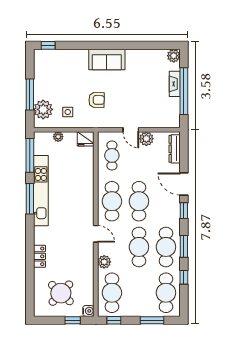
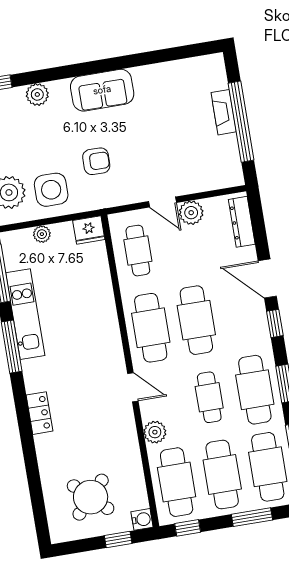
plant: (174, 56) -> (37, 94), moved
side table: (68, 112) -> (51, 190), width x1.87, depth x1.87
kitchen unit: (41, 191) -> (25, 314), width x0.73
cafe table: (139, 247) -> (209, 397), width x0.73, depth x0.74
locker: (40, 256) -> (40, 413), moved
cafe table: (139, 293) -> (222, 474), added

